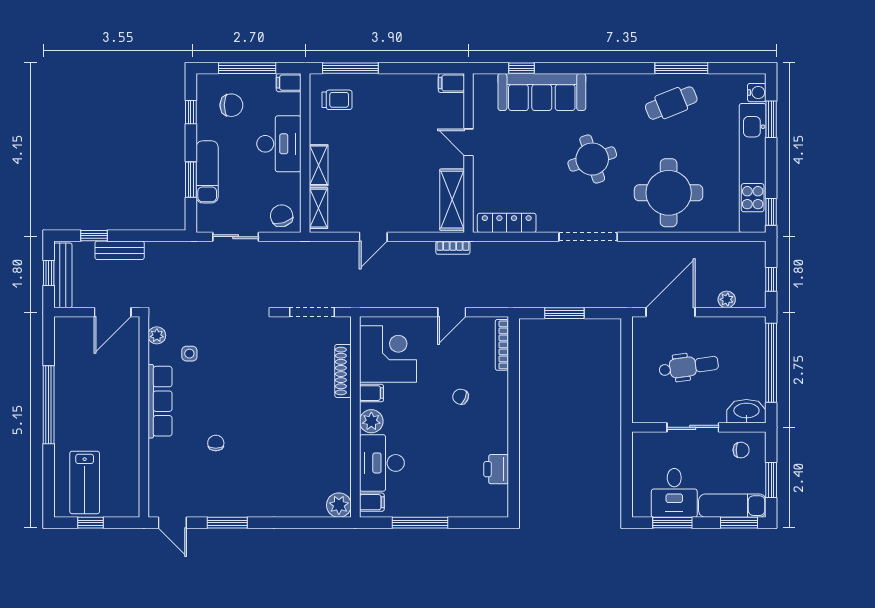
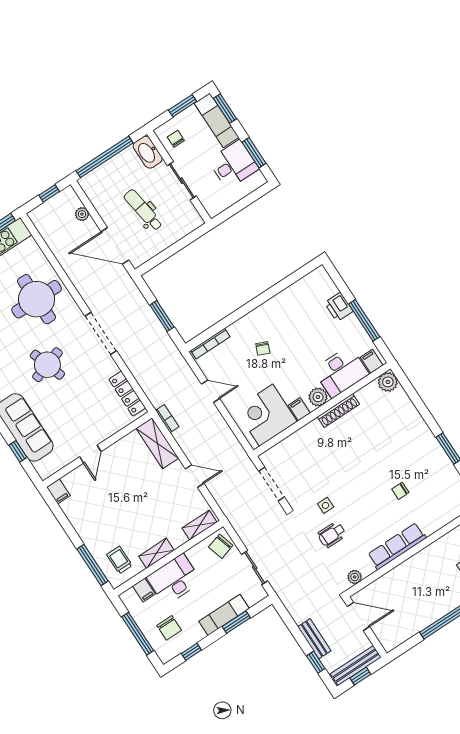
filing cabinet: (289, 83) -> (144, 590), moved
chair: (231, 105) -> (169, 628), turned 180
shelving: (319, 165) -> (156, 553), moved
shelving: (452, 200) -> (157, 443), moved, turned 90
wheelchair: (217, 341) -> (332, 535), added
side table: (189, 354) -> (326, 505), moved
shoe rack: (343, 371) -> (338, 410), moved
printer: (496, 469) -> (339, 307), moved, turned 90

